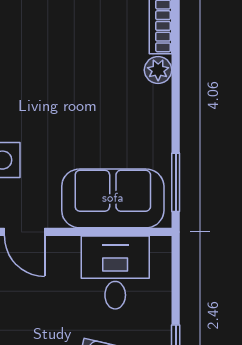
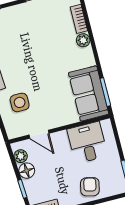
sofa: (113, 198) -> (89, 93), moved, turned -90

